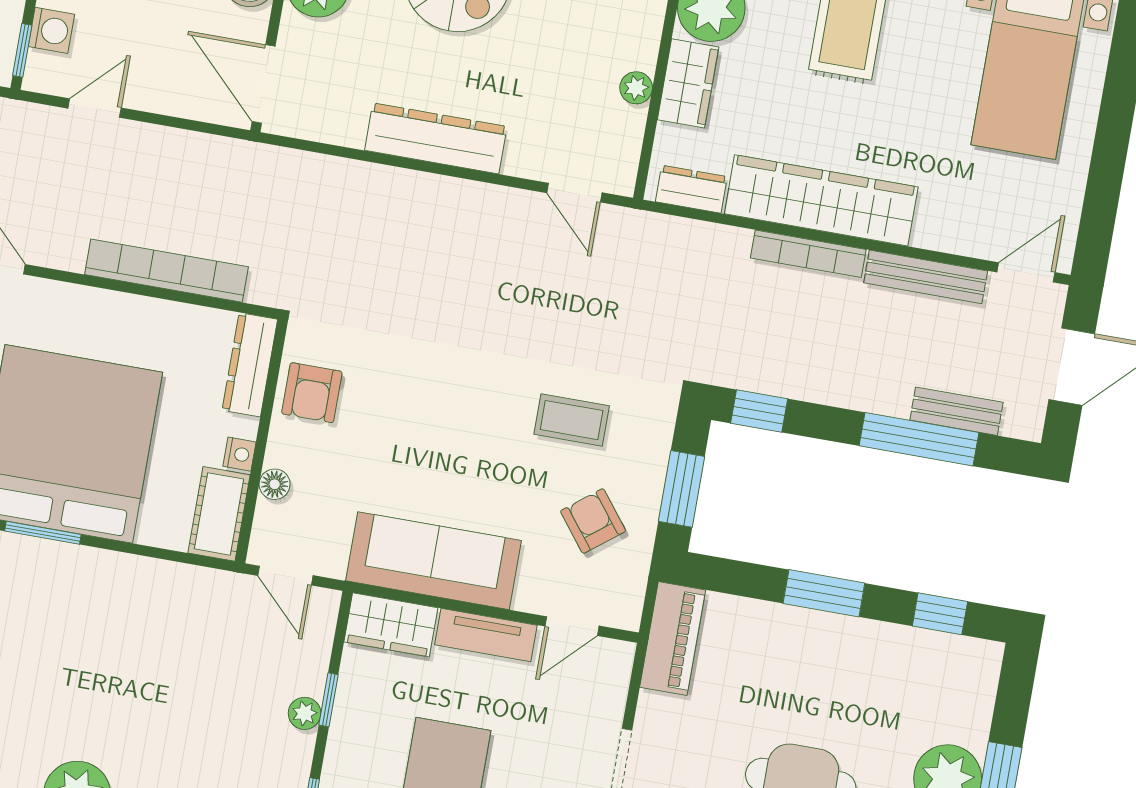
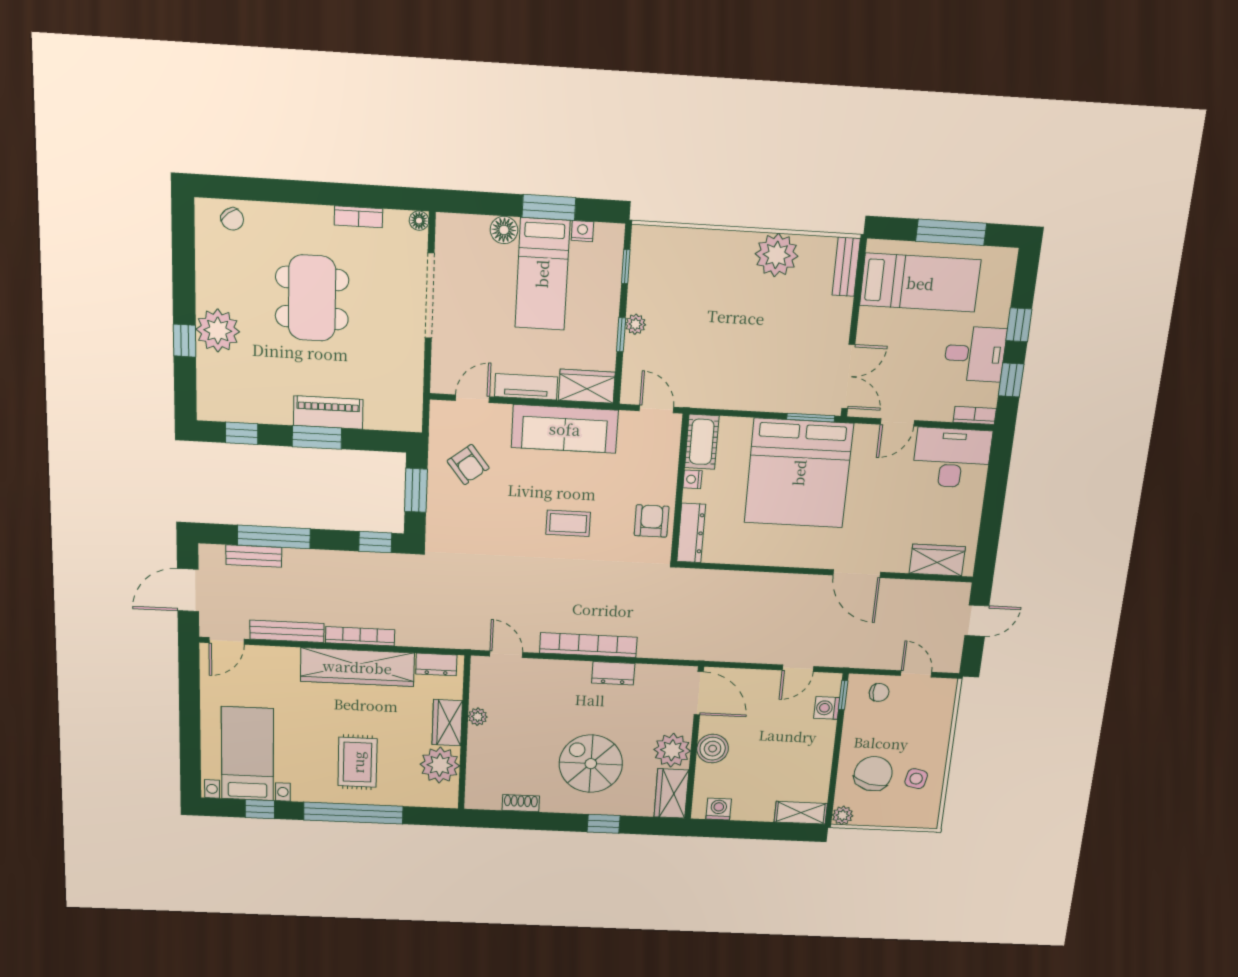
dresser: (436, 138) -> (613, 673), width x0.51, depth x0.80
bookcase: (167, 271) -> (588, 645), moved, turned 180
coffee table: (572, 420) -> (568, 523), moved
floor lamp: (275, 484) -> (669, 464), removed
piano: (673, 639) -> (328, 412), moved, turned 90

